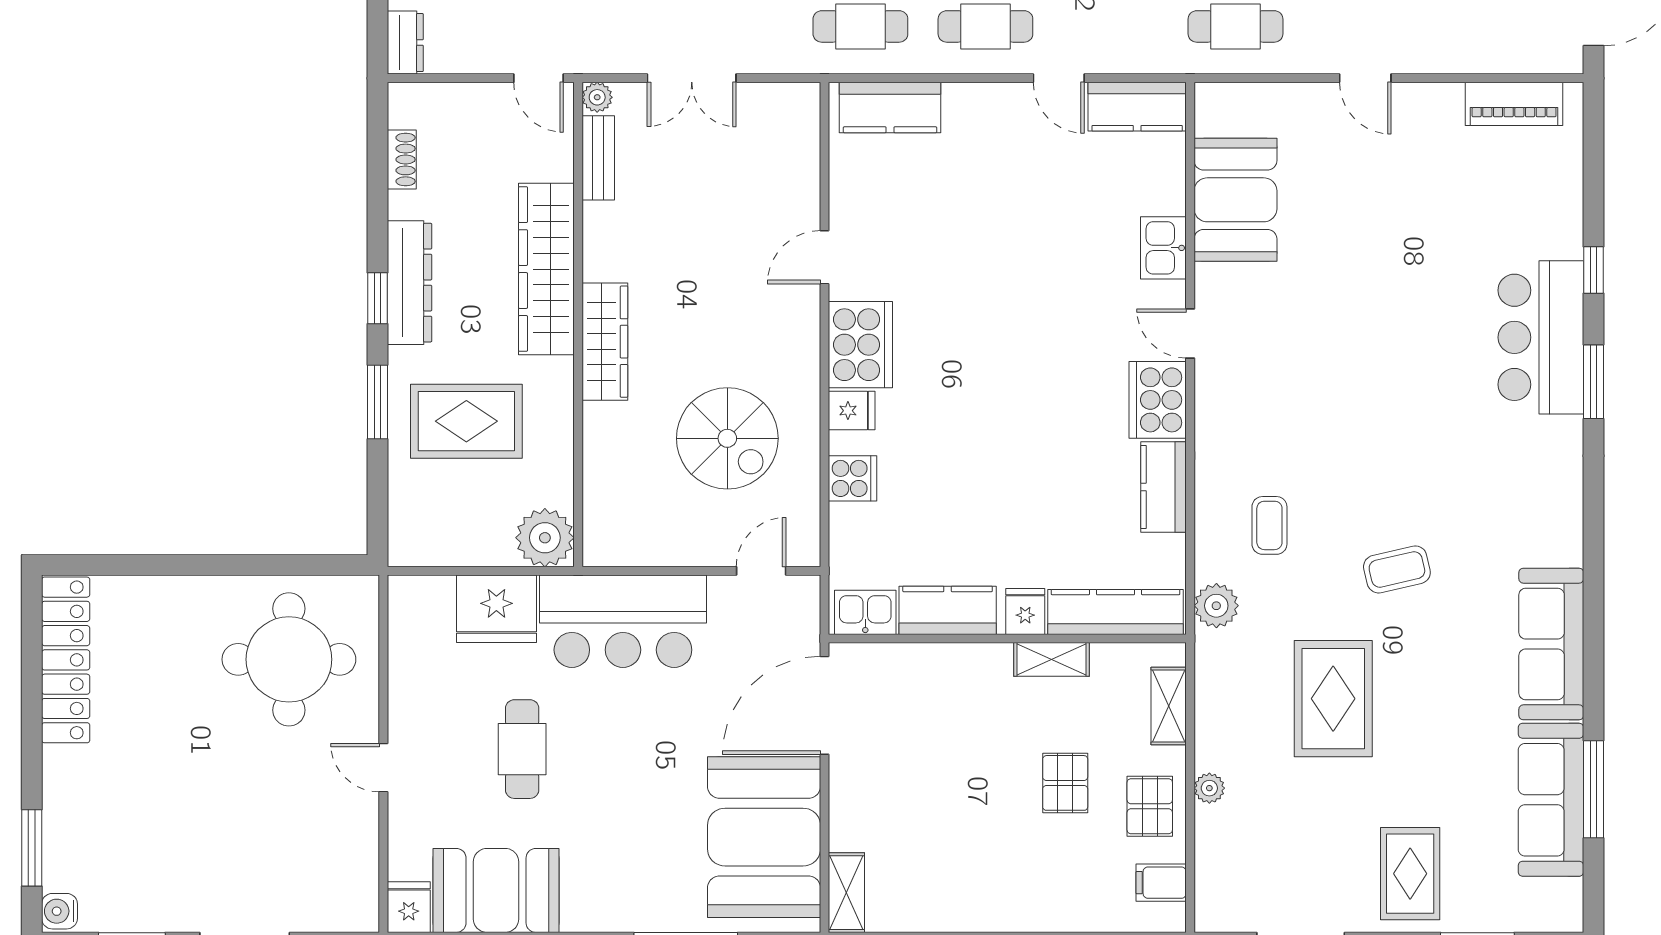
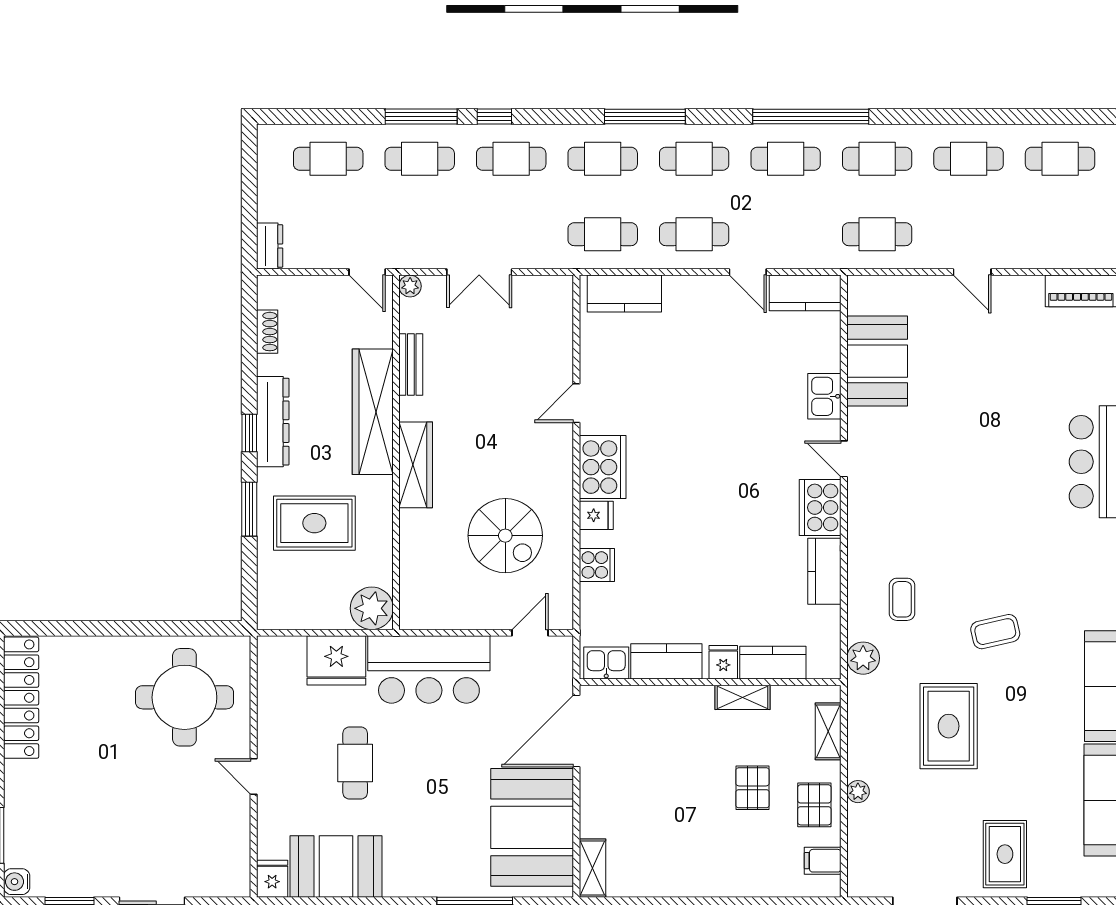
bench: (598, 158) -> (411, 364), moved
kitchen counter: (1116, 612) -> (773, 663), width x0.67

